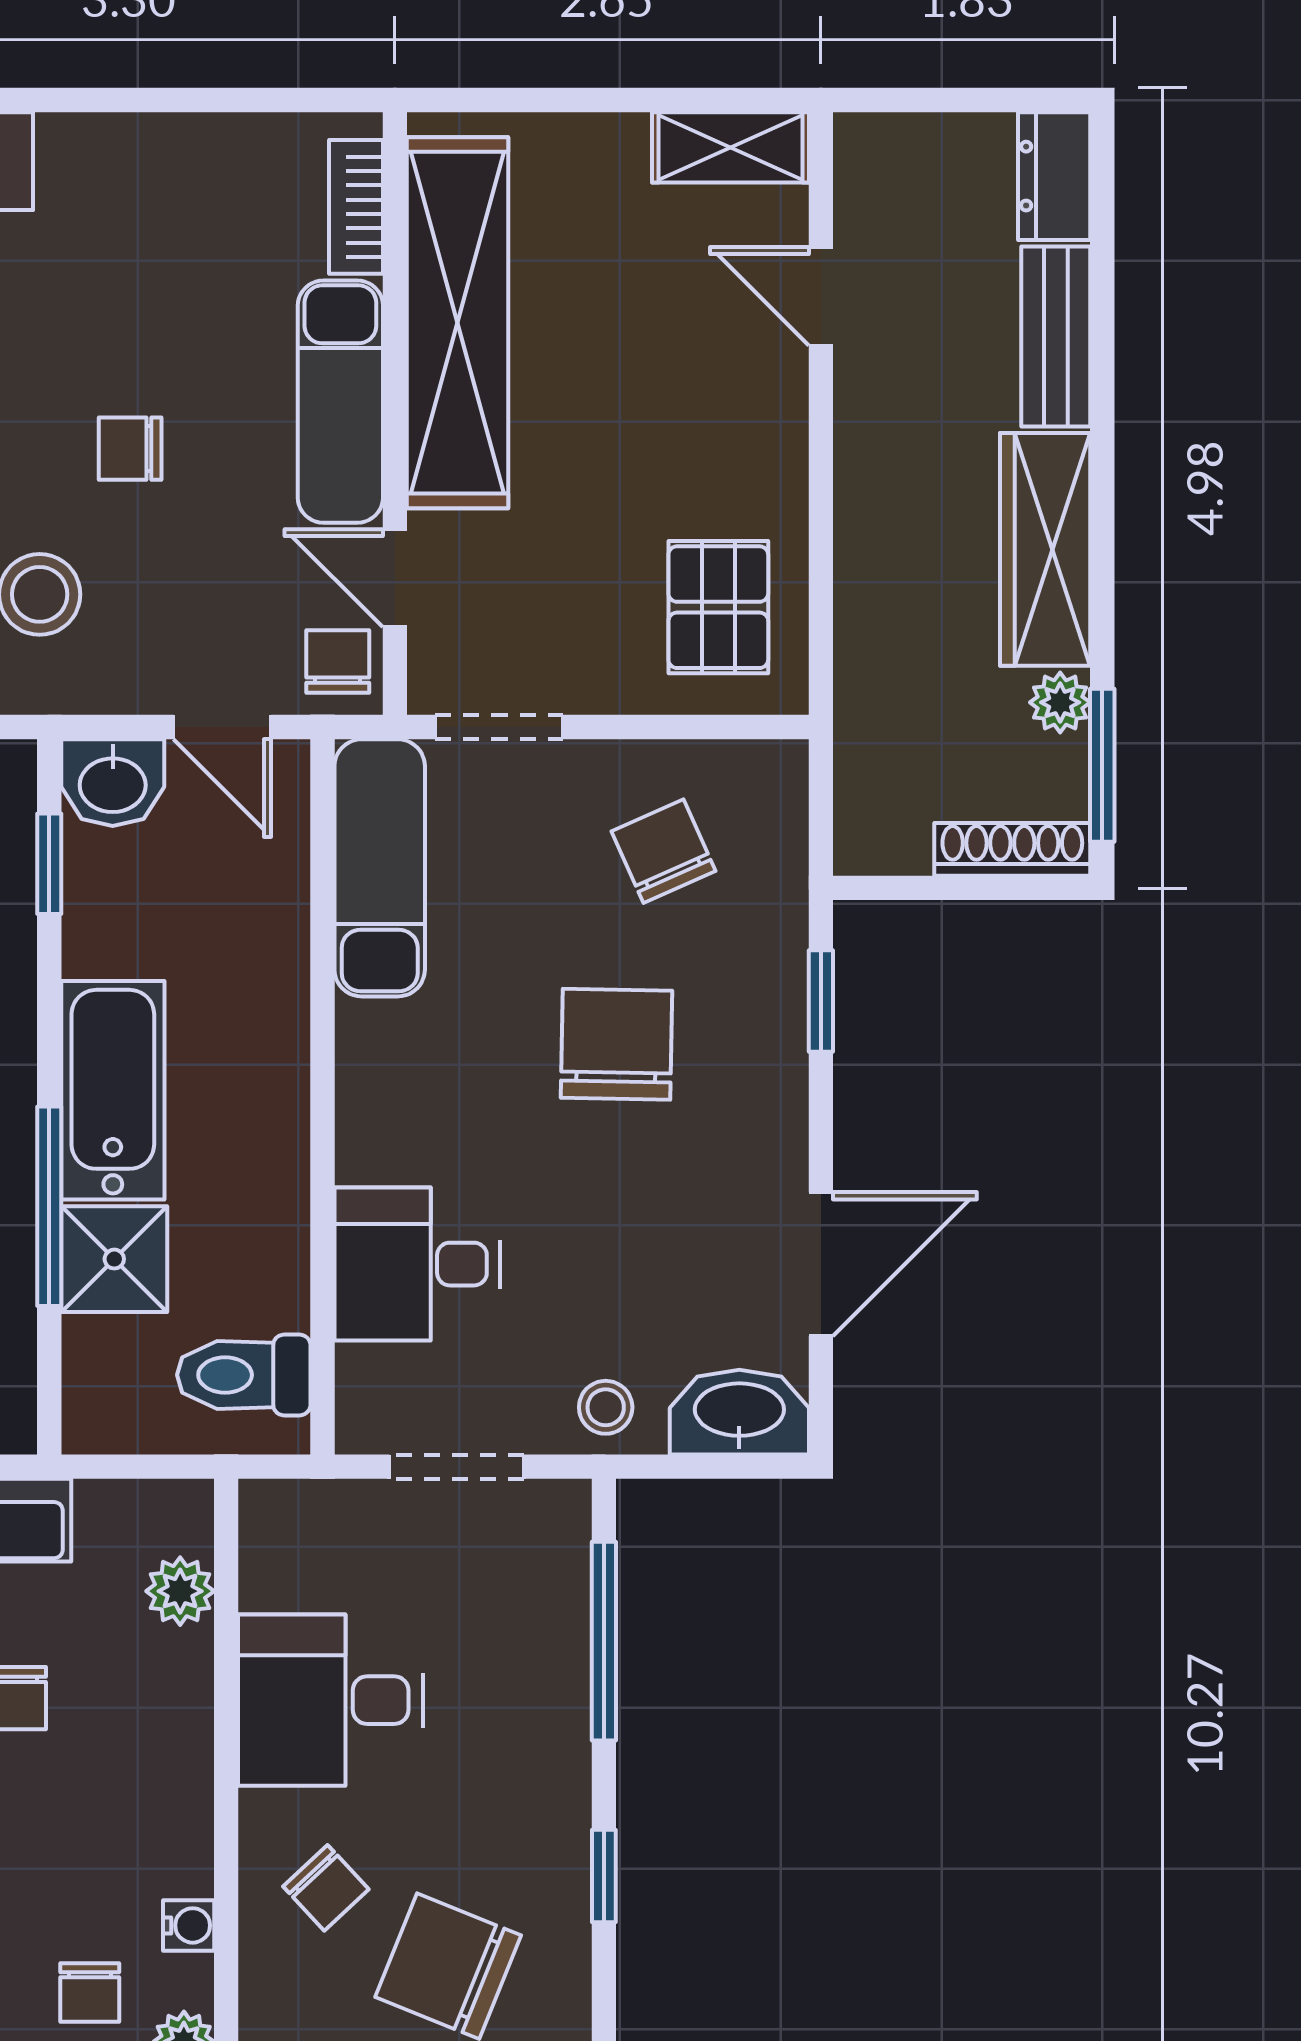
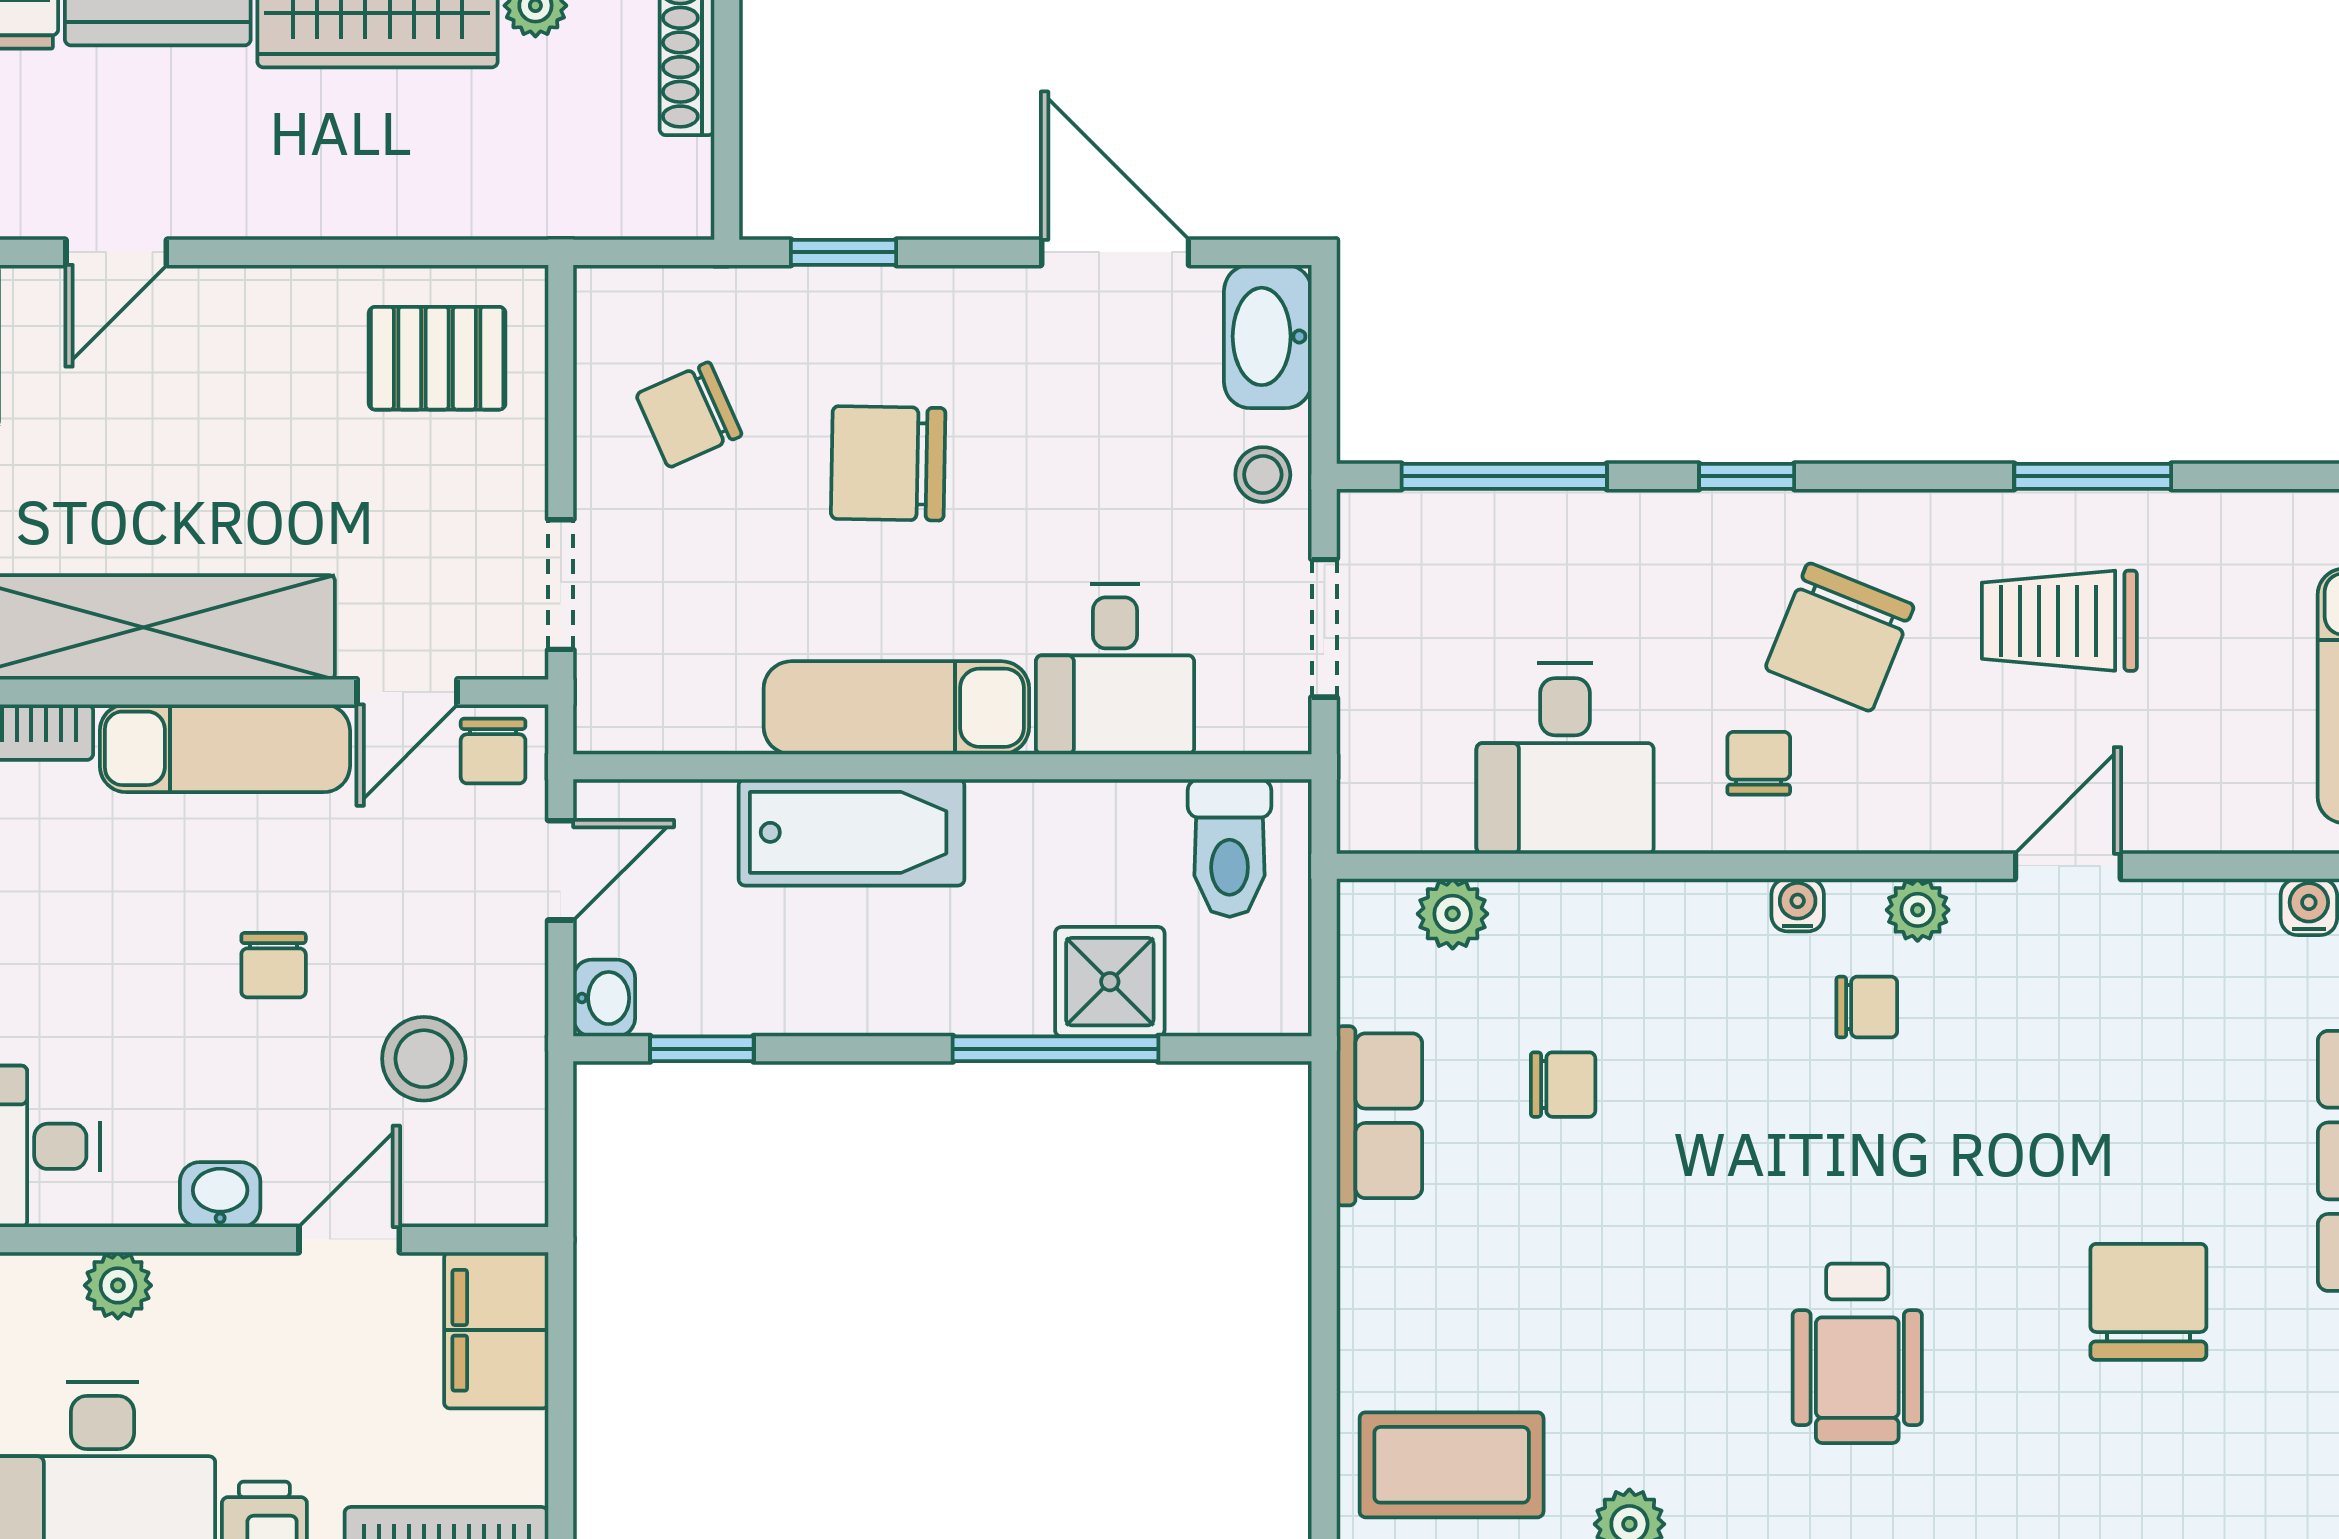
chair: (338, 661) -> (493, 751), turned -90
washbasin: (113, 783) -> (604, 998), width x0.72, depth x0.69
exam couch: (380, 868) -> (896, 708), moved
bathtub: (113, 1090) -> (852, 832), moved, turned 180
chair: (326, 1888) -> (1759, 763), turned -47

